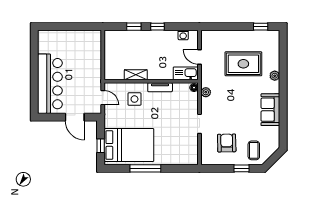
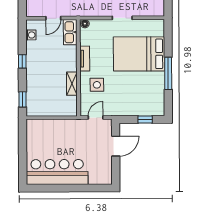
window: (134, 27) -> (22, 99), moved
bar counter: (50, 84) -> (57, 172), moved
plant: (206, 92) -> (90, 11), removed
bed: (129, 145) -> (139, 54), moved, turned -90

